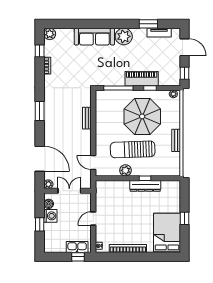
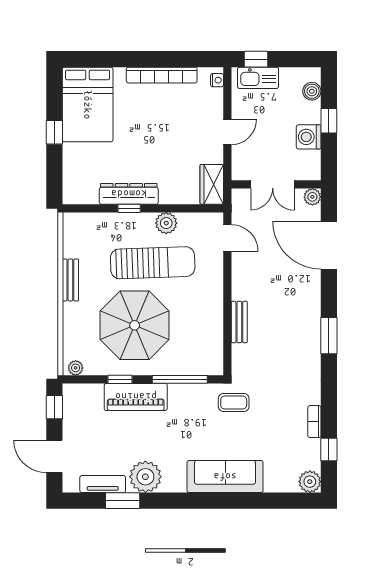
plant: (124, 36) -> (145, 477), moved
coffee table: (90, 76) -> (234, 403), added
wardrobe: (101, 191) -> (212, 184), added
boiler: (49, 204) -> (312, 91), moved

